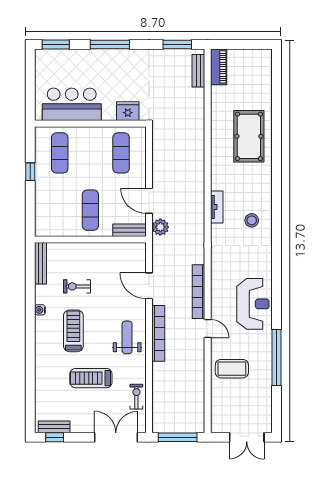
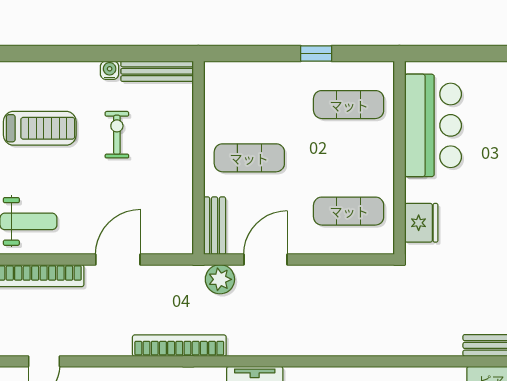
bookcase: (199, 292) -> (179, 346), moved
water cooler: (40, 310) -> (110, 70), moved

